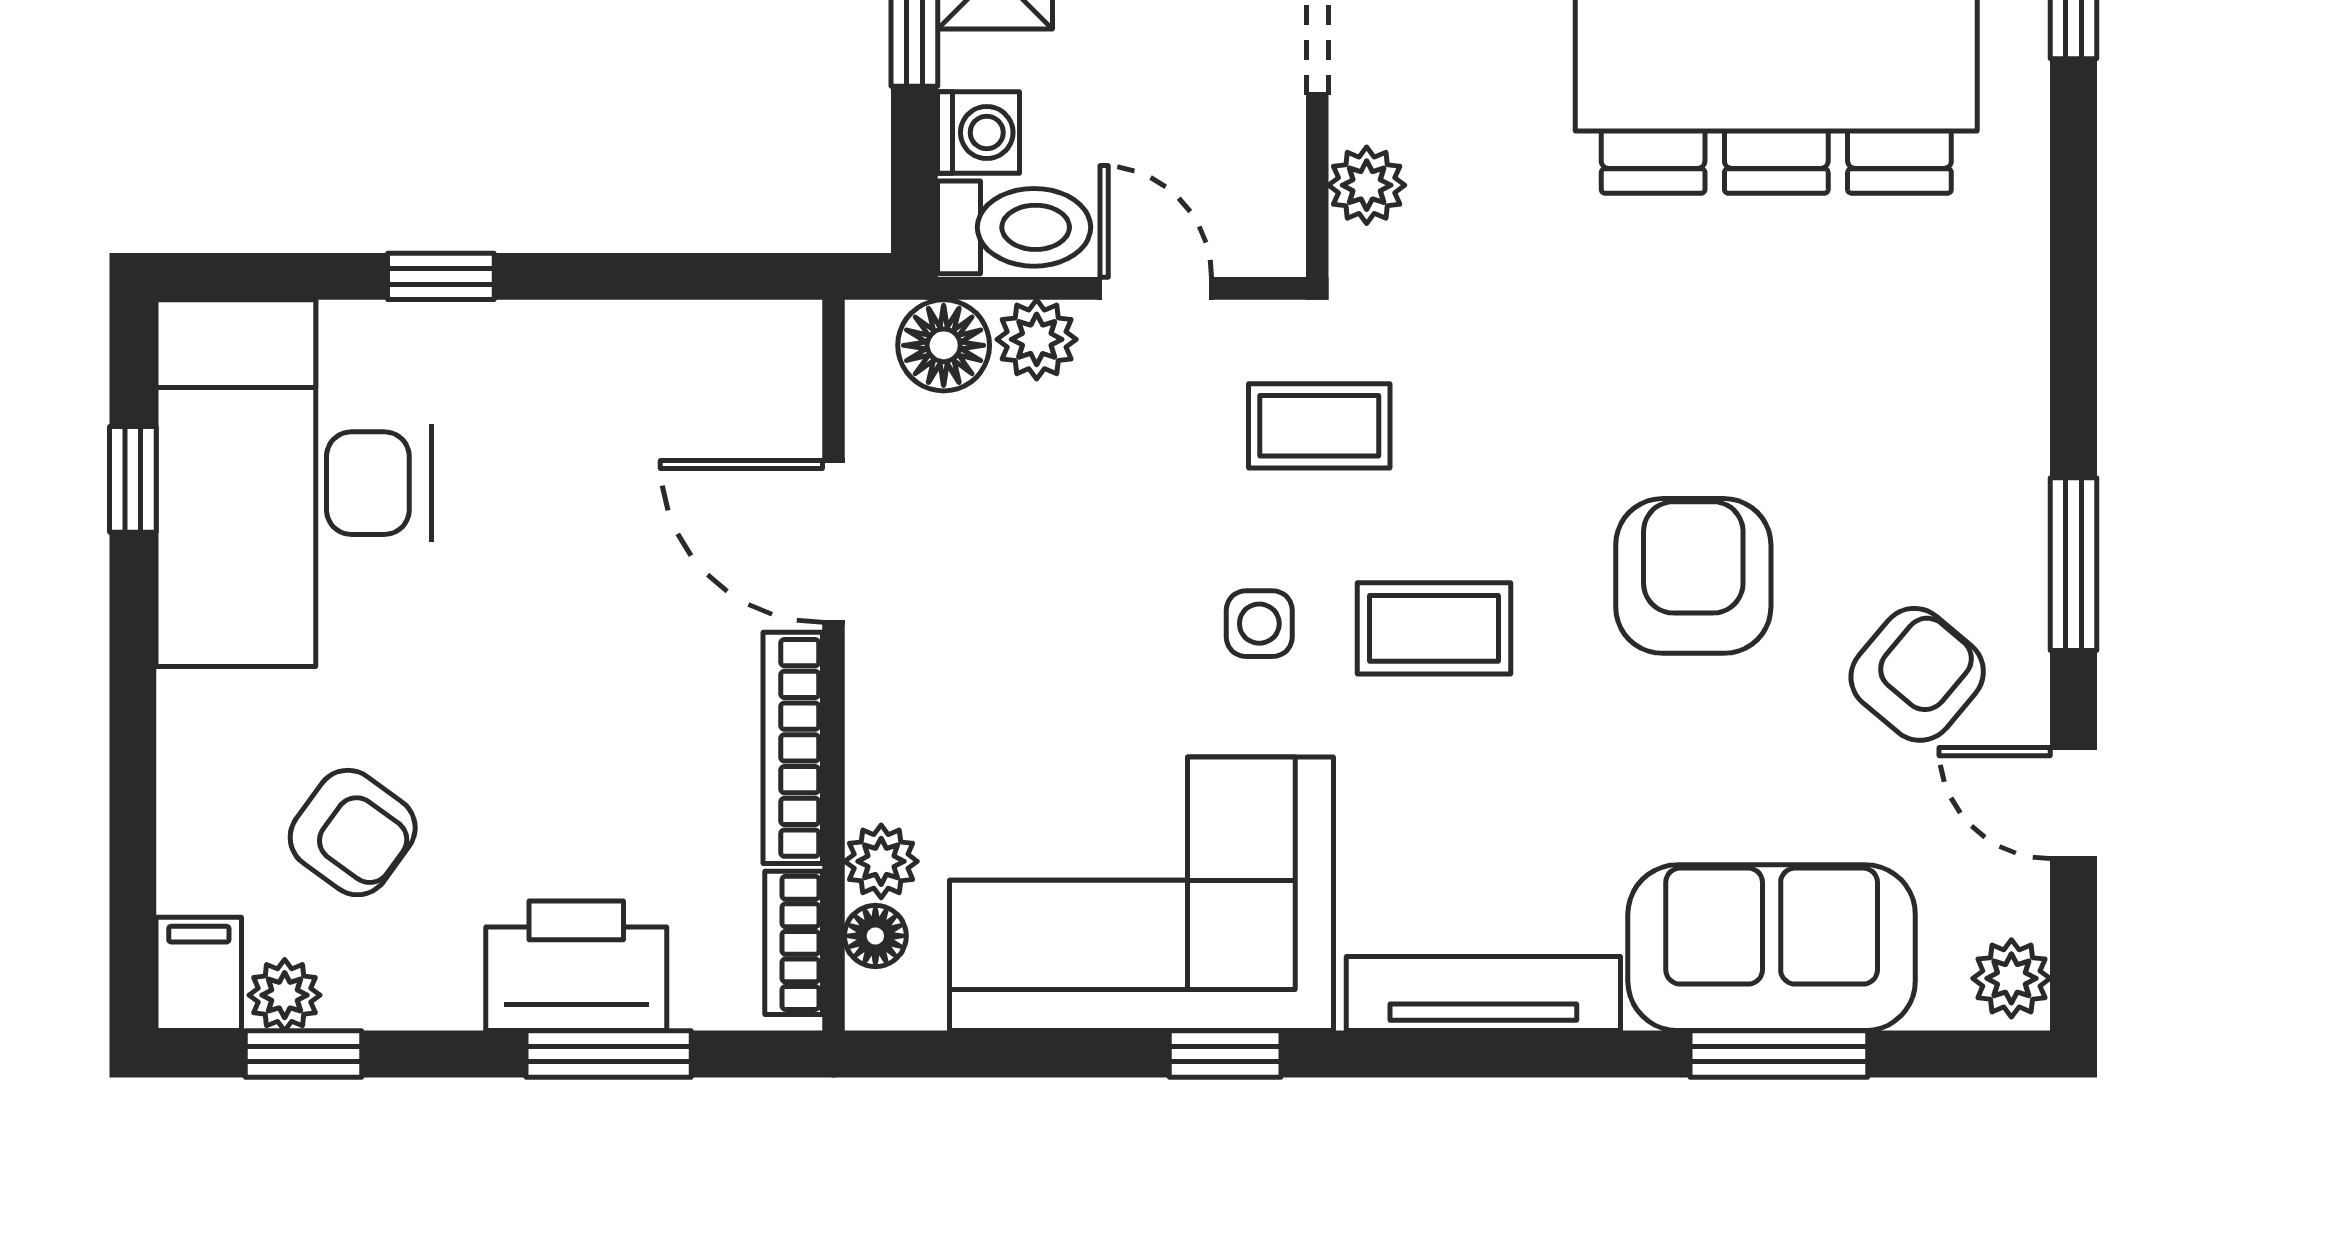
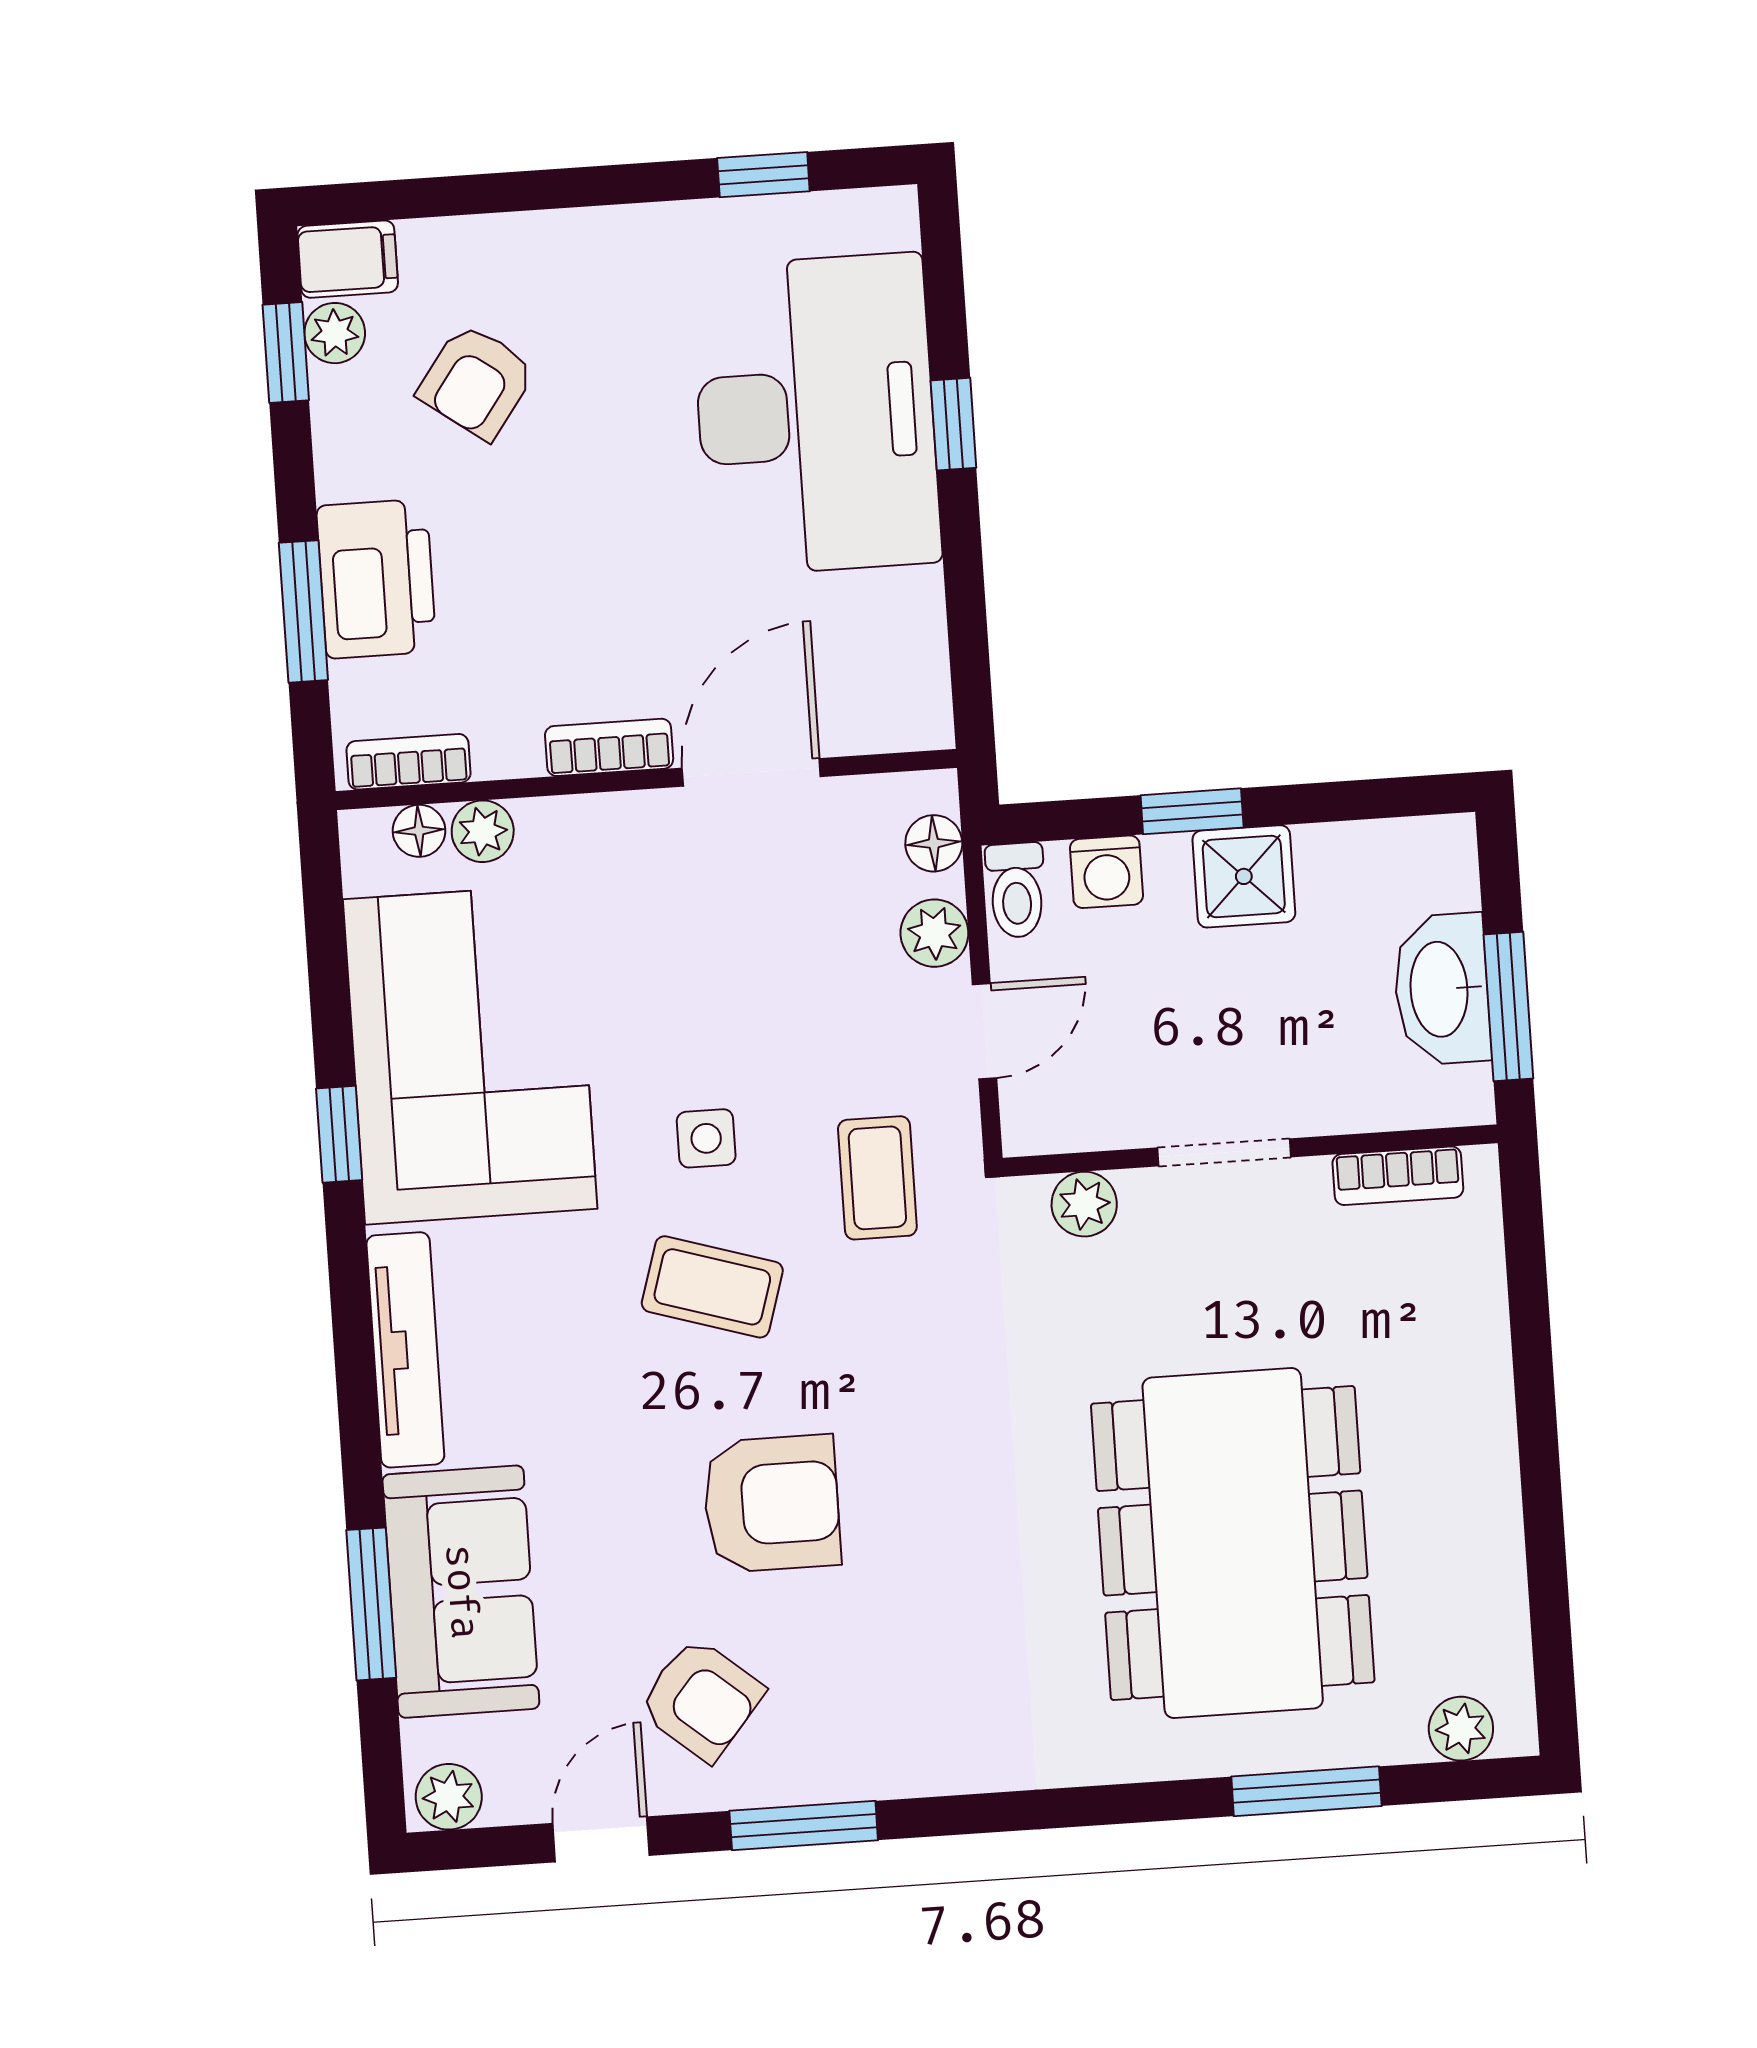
toilet: (1014, 227) -> (1016, 890), width x0.73, depth x0.72
floor lamp: (944, 345) -> (934, 843), width x0.73, depth x0.73
desk: (294, 483) -> (816, 415), moved, turned 90
coffee table: (1434, 628) -> (712, 1287), turned -73
bookcase: (793, 748) -> (609, 747), width x0.64

